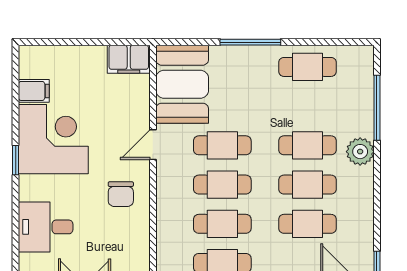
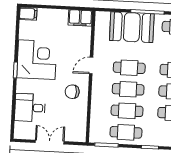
booth: (182, 84) -> (132, 27), moved, turned 90
filing cabinet: (34, 91) -> (28, 14), moved
chair: (121, 194) -> (72, 92), turned 90

